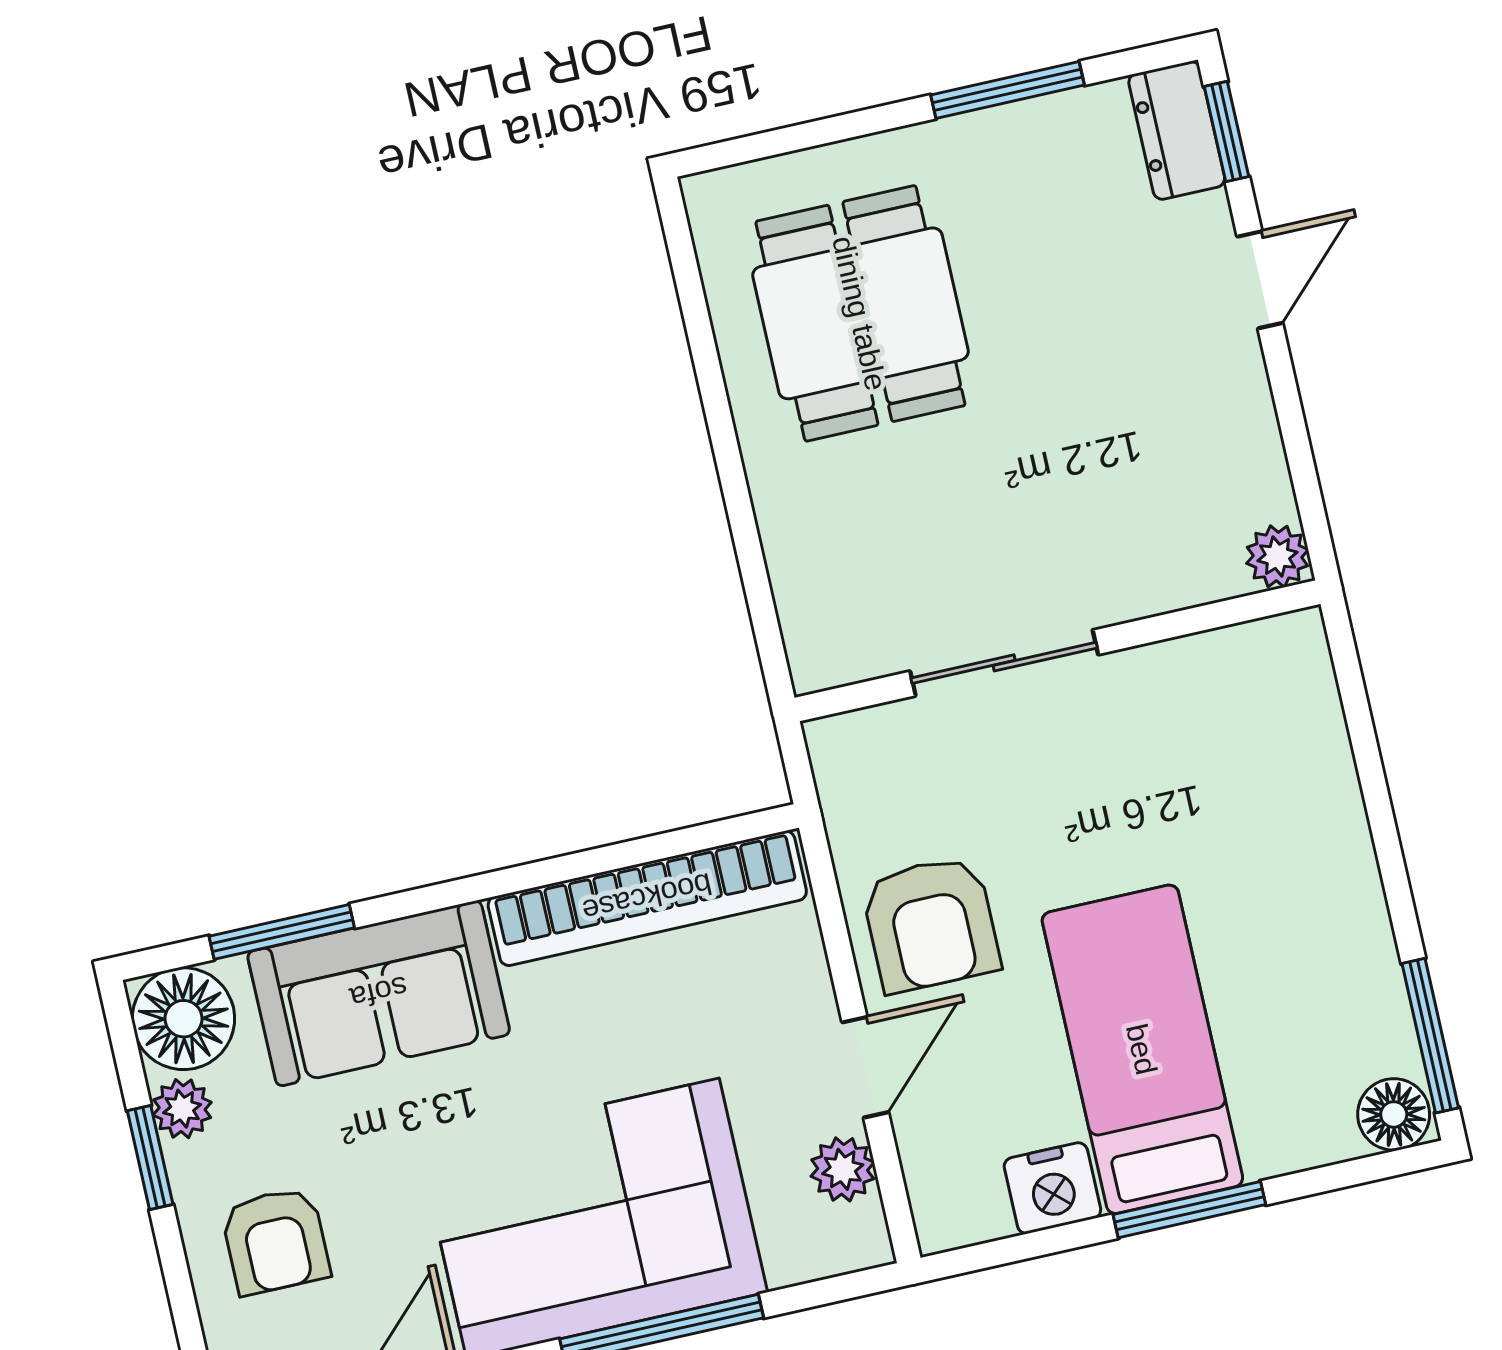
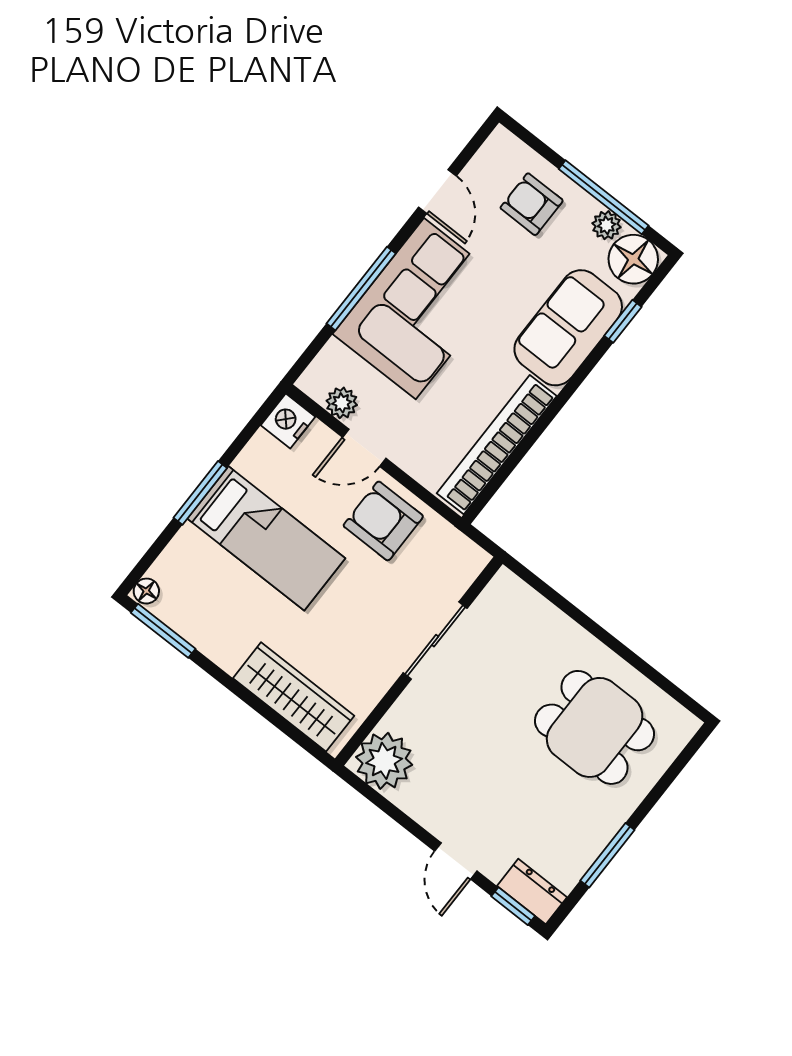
plant: (1277, 556) -> (384, 761), width x1.88, depth x1.88
wardrobe: (1306, 758) -> (294, 697), added
window: (282, 932) -> (623, 321), width x0.67
door: (865, 1067) -> (364, 448), hinge flipped
floor lamp: (1394, 1114) -> (146, 591), width x0.73, depth x0.73
window: (150, 1158) -> (604, 197), width x2.17
nightstand: (1052, 1188) -> (288, 421), moved

